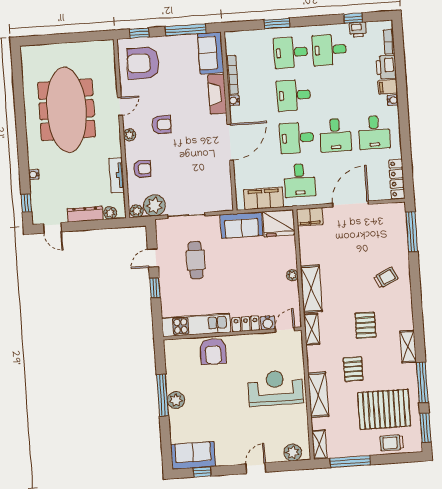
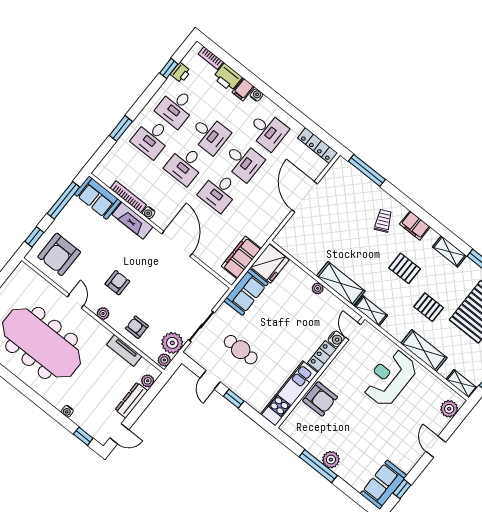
armchair: (142, 169) -> (137, 327), turned -90
desk: (300, 180) -> (210, 134), moved
filing cabinet: (310, 217) -> (415, 226), moved, turned 90

